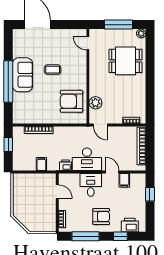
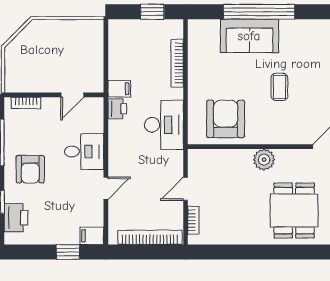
sofa: (23, 75) -> (249, 36), moved
plant: (95, 103) -> (264, 160), moved
door: (100, 125) -> (186, 189), moved
desk: (87, 159) -> (164, 125), moved, turned 180
filing cabinet: (41, 164) -> (119, 89), moved
filing cabinet: (124, 180) -> (92, 236), moved

